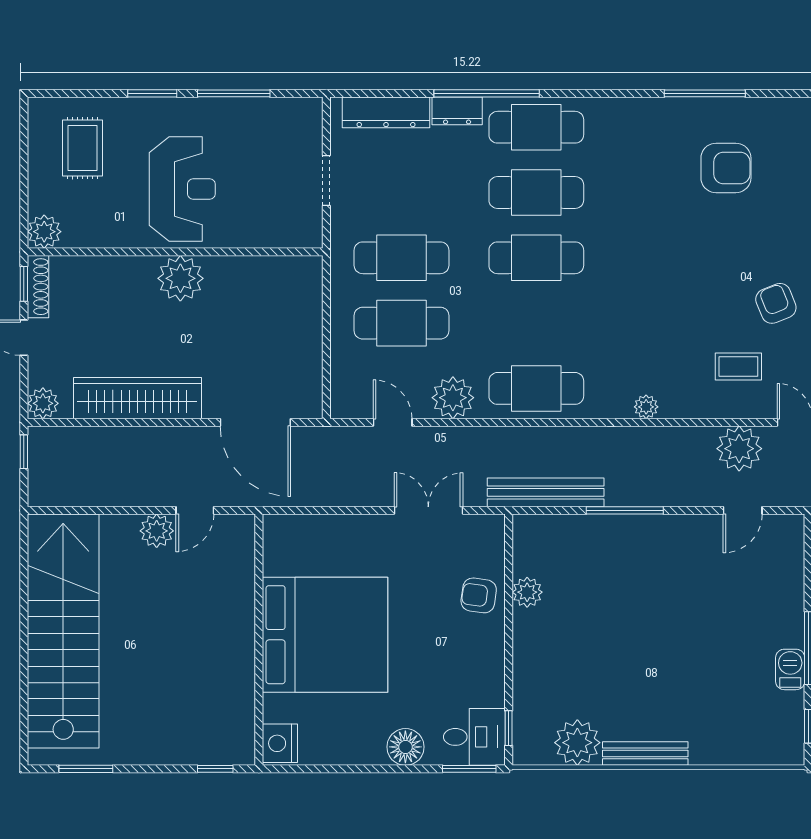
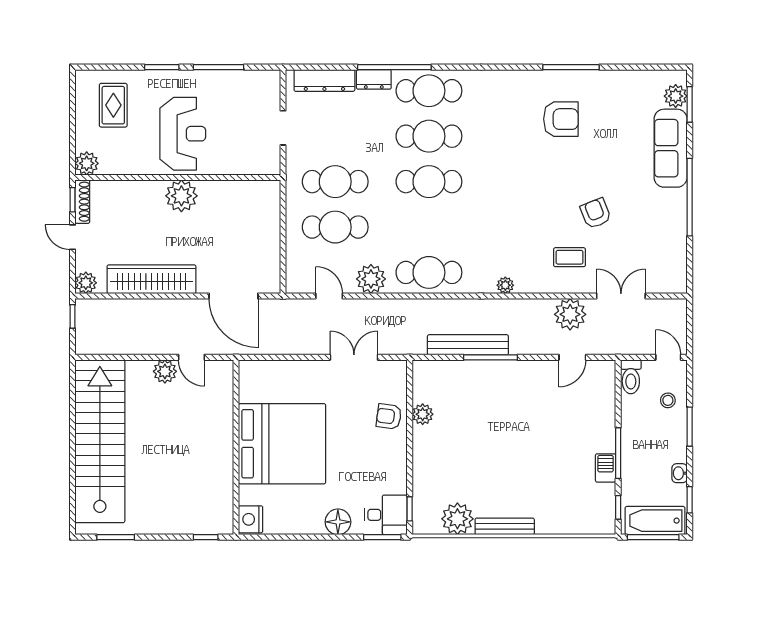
window: (705, 93) -> (571, 67), moved
bench: (546, 492) -> (468, 345), moved
door: (195, 510) -> (191, 357), hinge flipped

